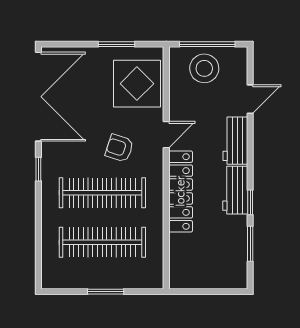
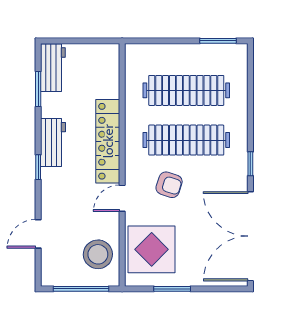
stool: (204, 68) -> (98, 254), moved
workbench: (235, 141) -> (53, 68), moved
window: (250, 202) -> (38, 167), moved
window: (106, 292) -> (218, 41), moved

